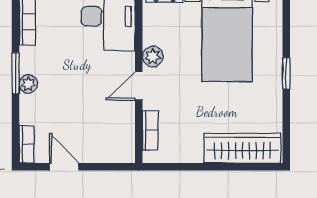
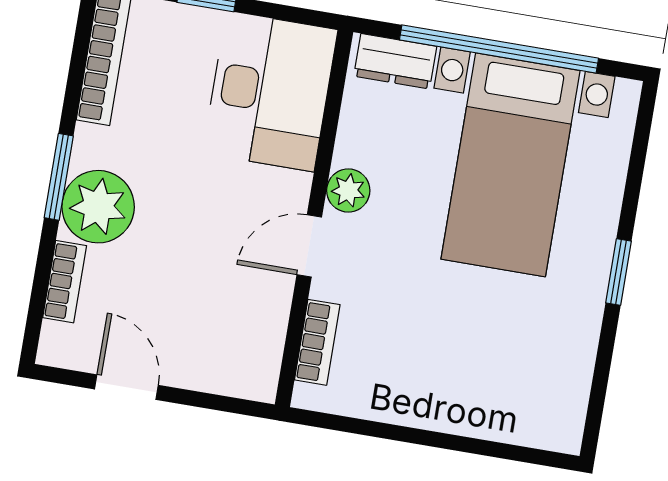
plant: (28, 84) -> (98, 207), width x1.88, depth x1.88
bookcase: (27, 144) -> (65, 282), moved
wardrobe: (242, 148) -> (502, 411), removed

